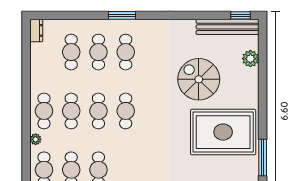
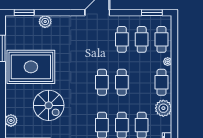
plant: (41, 75) -> (163, 108), added
cafe table: (71, 111) -> (142, 82), removed

